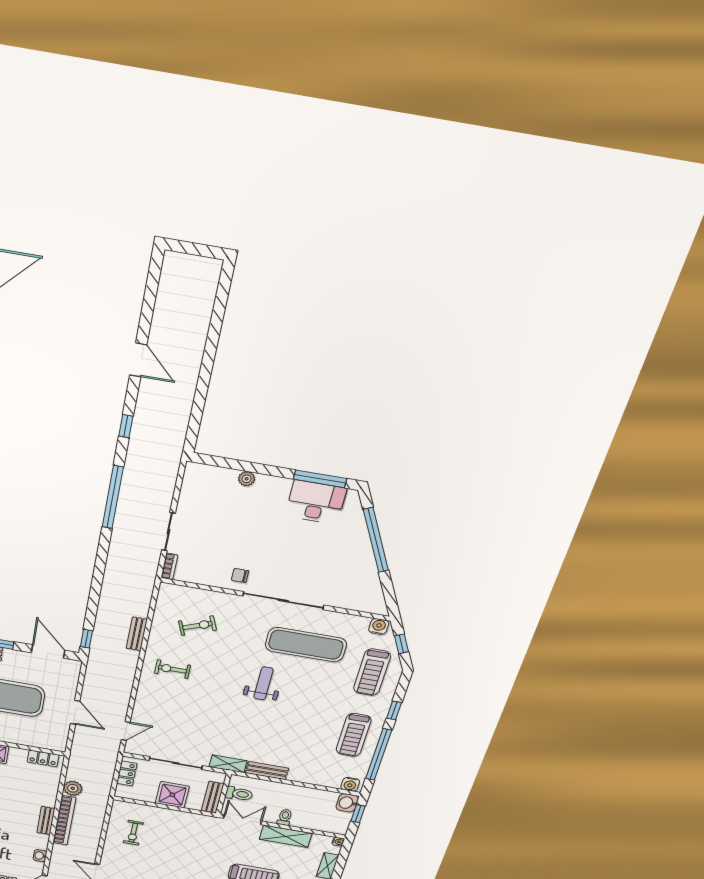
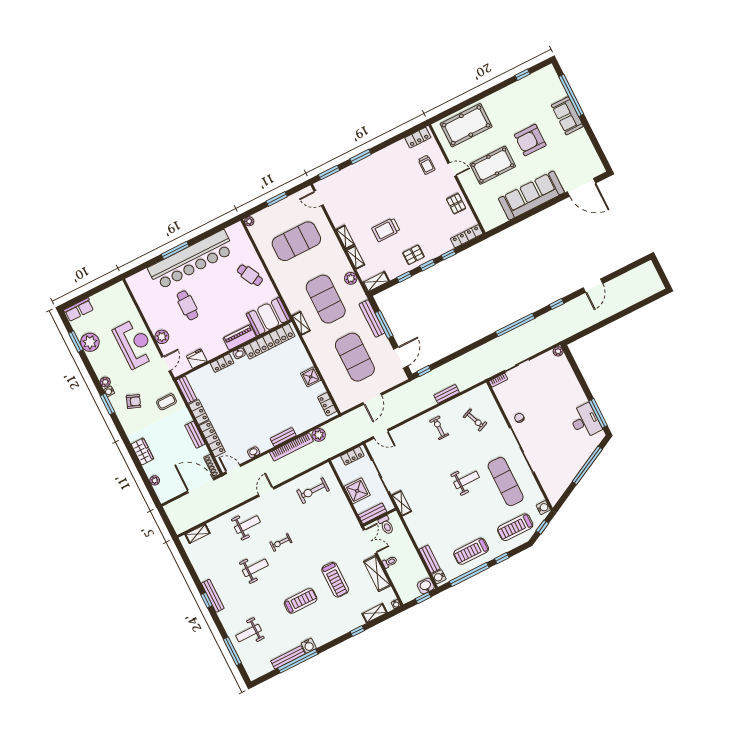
plant: (247, 479) -> (558, 351), moved
bench: (267, 771) -> (430, 559), moved
exercise bike: (133, 833) -> (313, 491), width x1.38, depth x1.39

